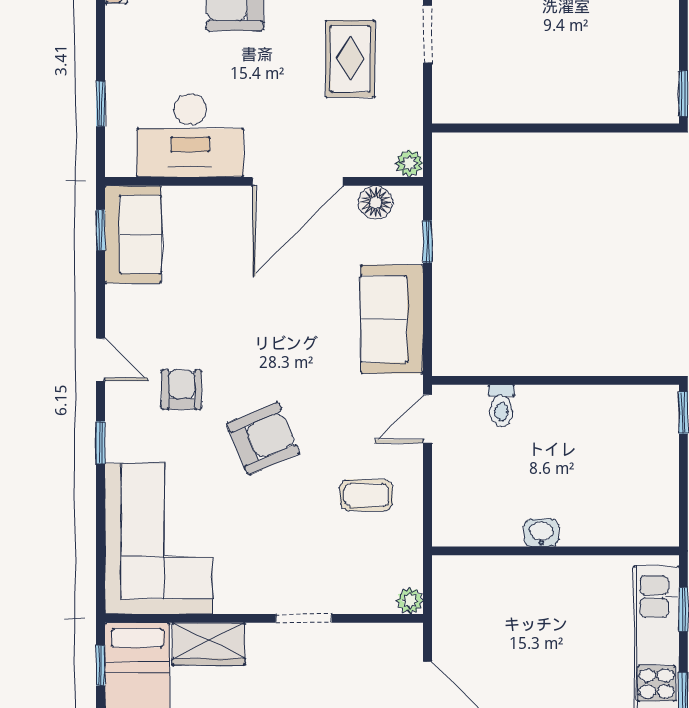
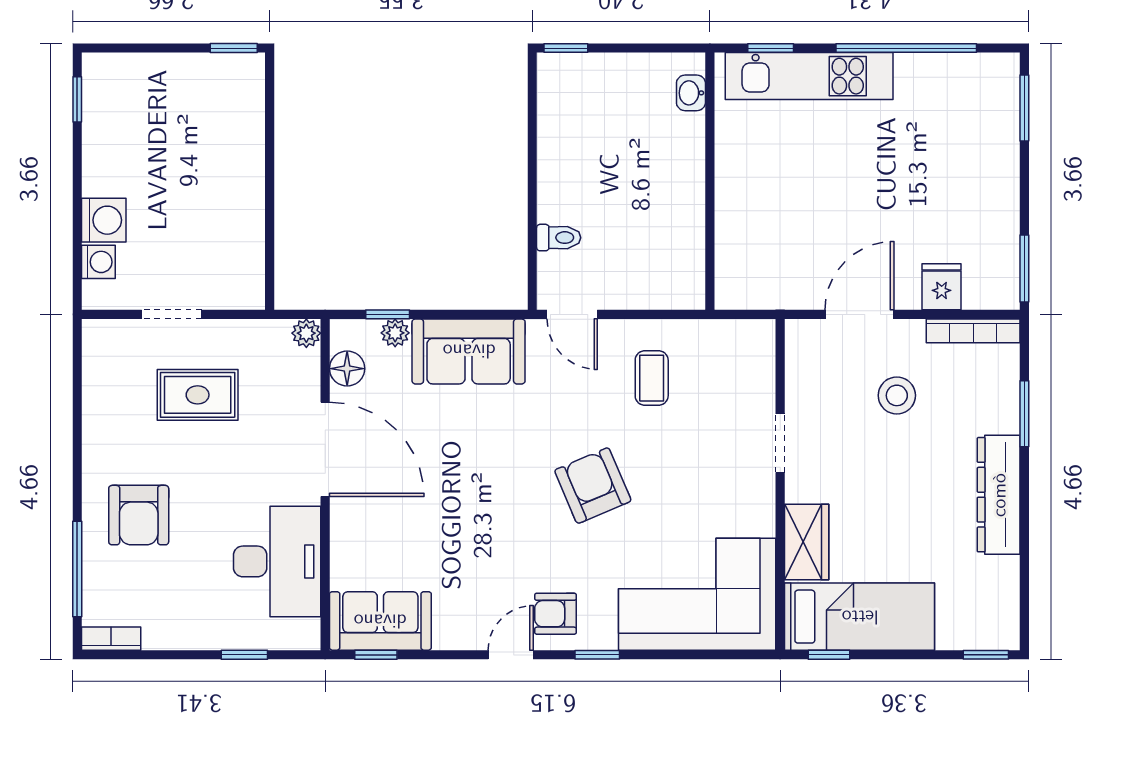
armchair: (182, 390) -> (555, 614), moved
washbasin: (541, 533) -> (691, 93), moved
plant: (410, 601) -> (395, 333), moved

